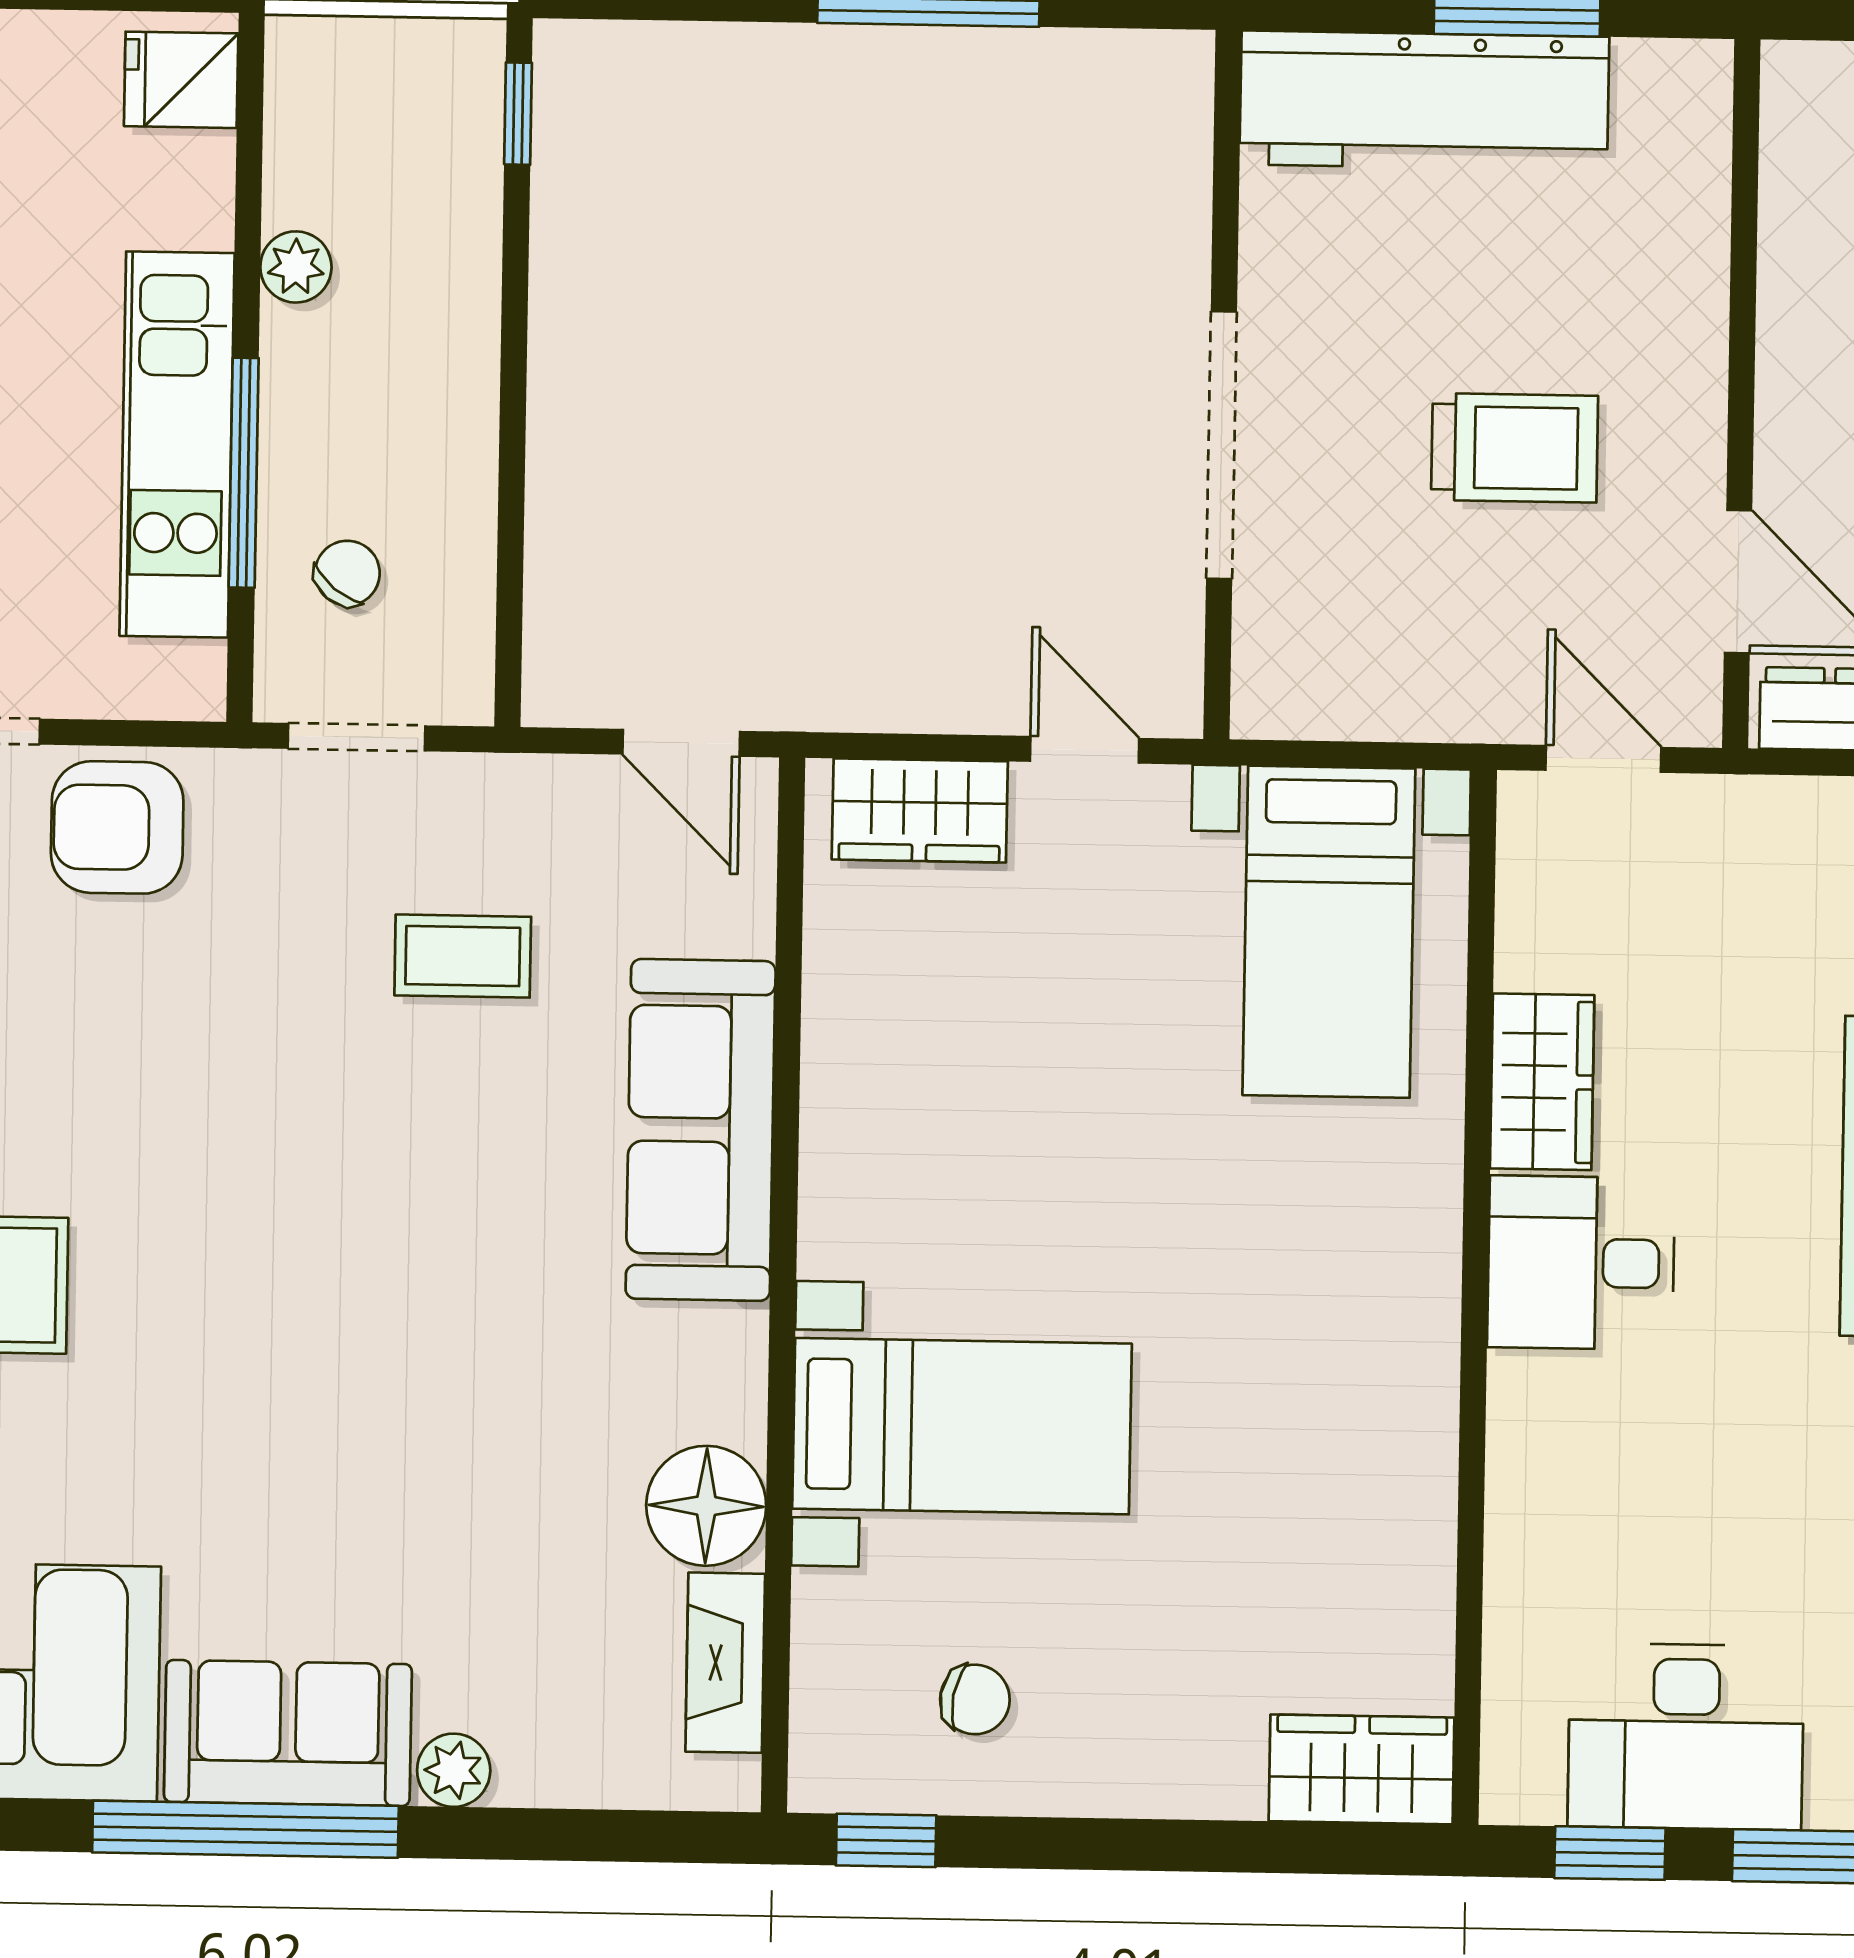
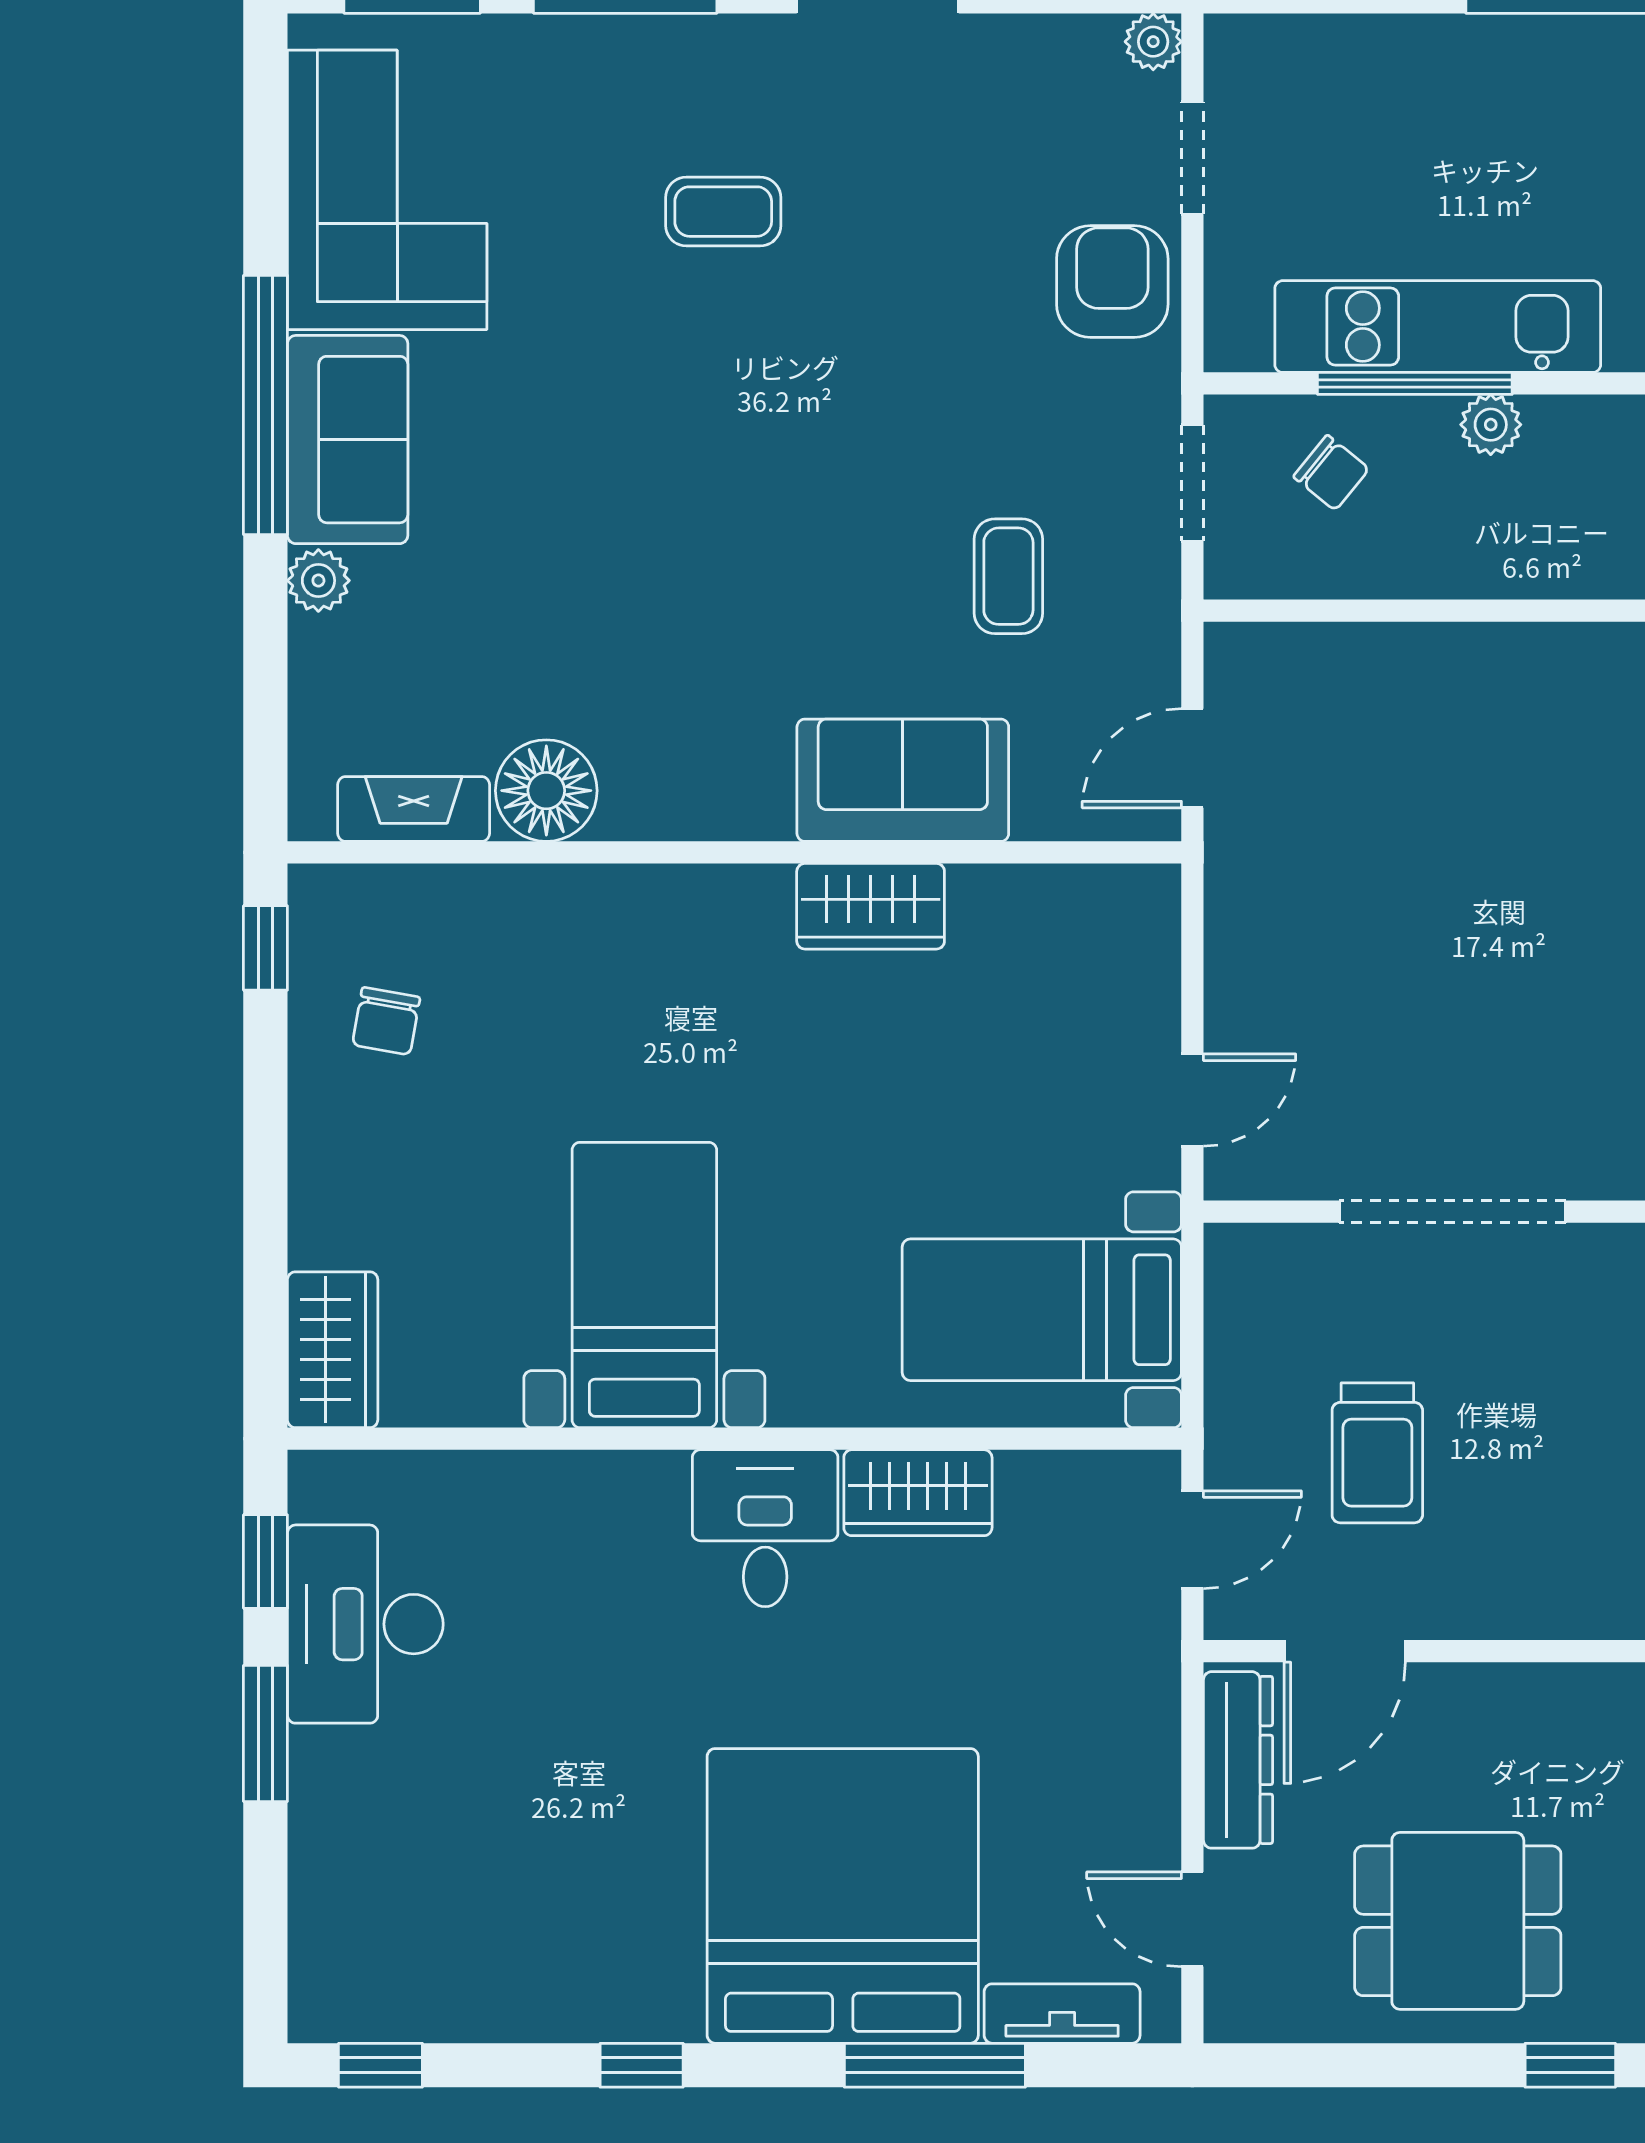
plant: (296, 267) -> (1491, 425), moved
trolley: (1515, 448) -> (1377, 1453), moved
wardrobe: (920, 810) -> (871, 906), moved, turned -90
sofa: (701, 1130) -> (903, 780), width x0.73
bed with nightstands: (962, 1426) -> (644, 1285), moved, turned 180

